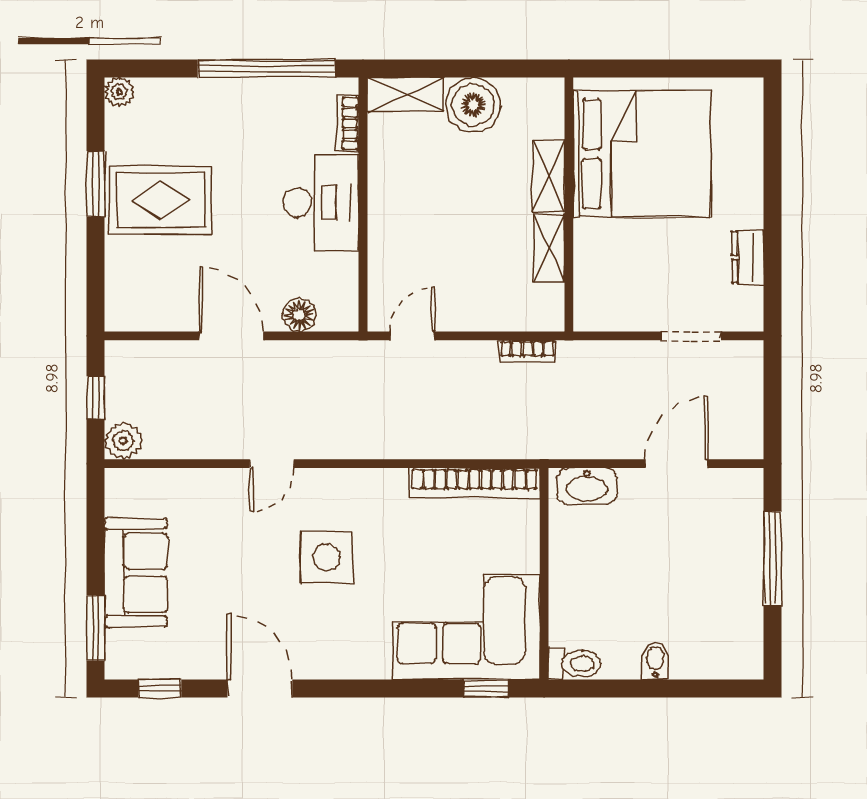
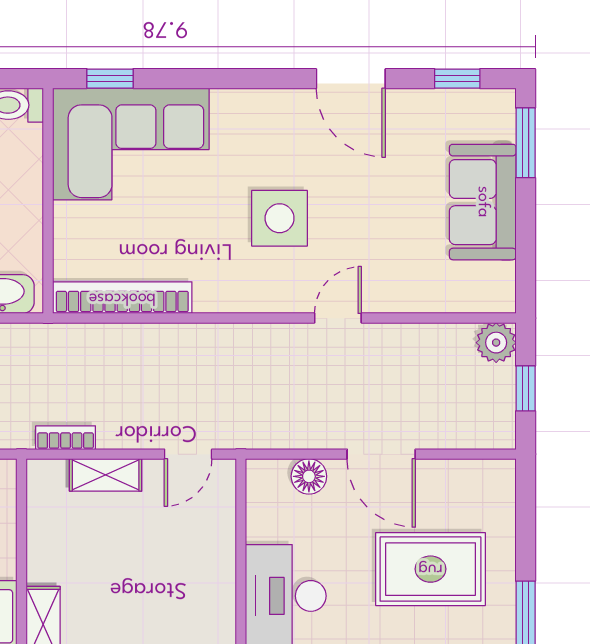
rug: (161, 200) -> (430, 569), moved
shelving: (549, 248) -> (106, 475), moved, turned 90

